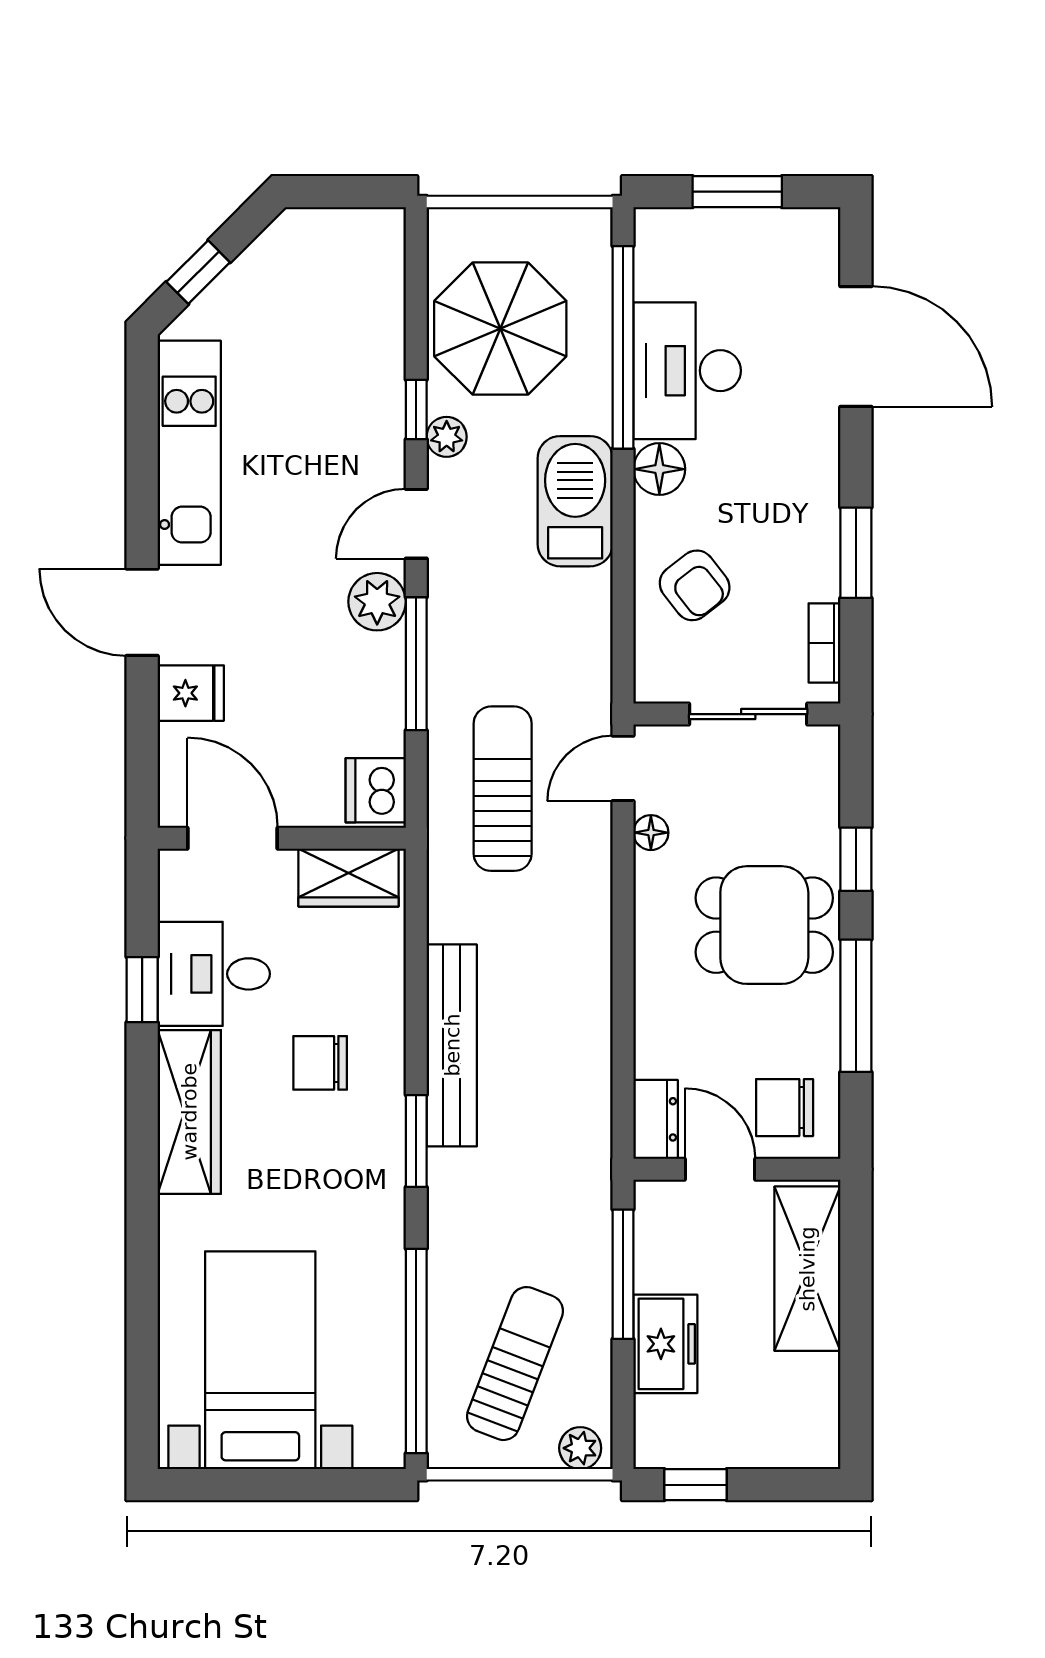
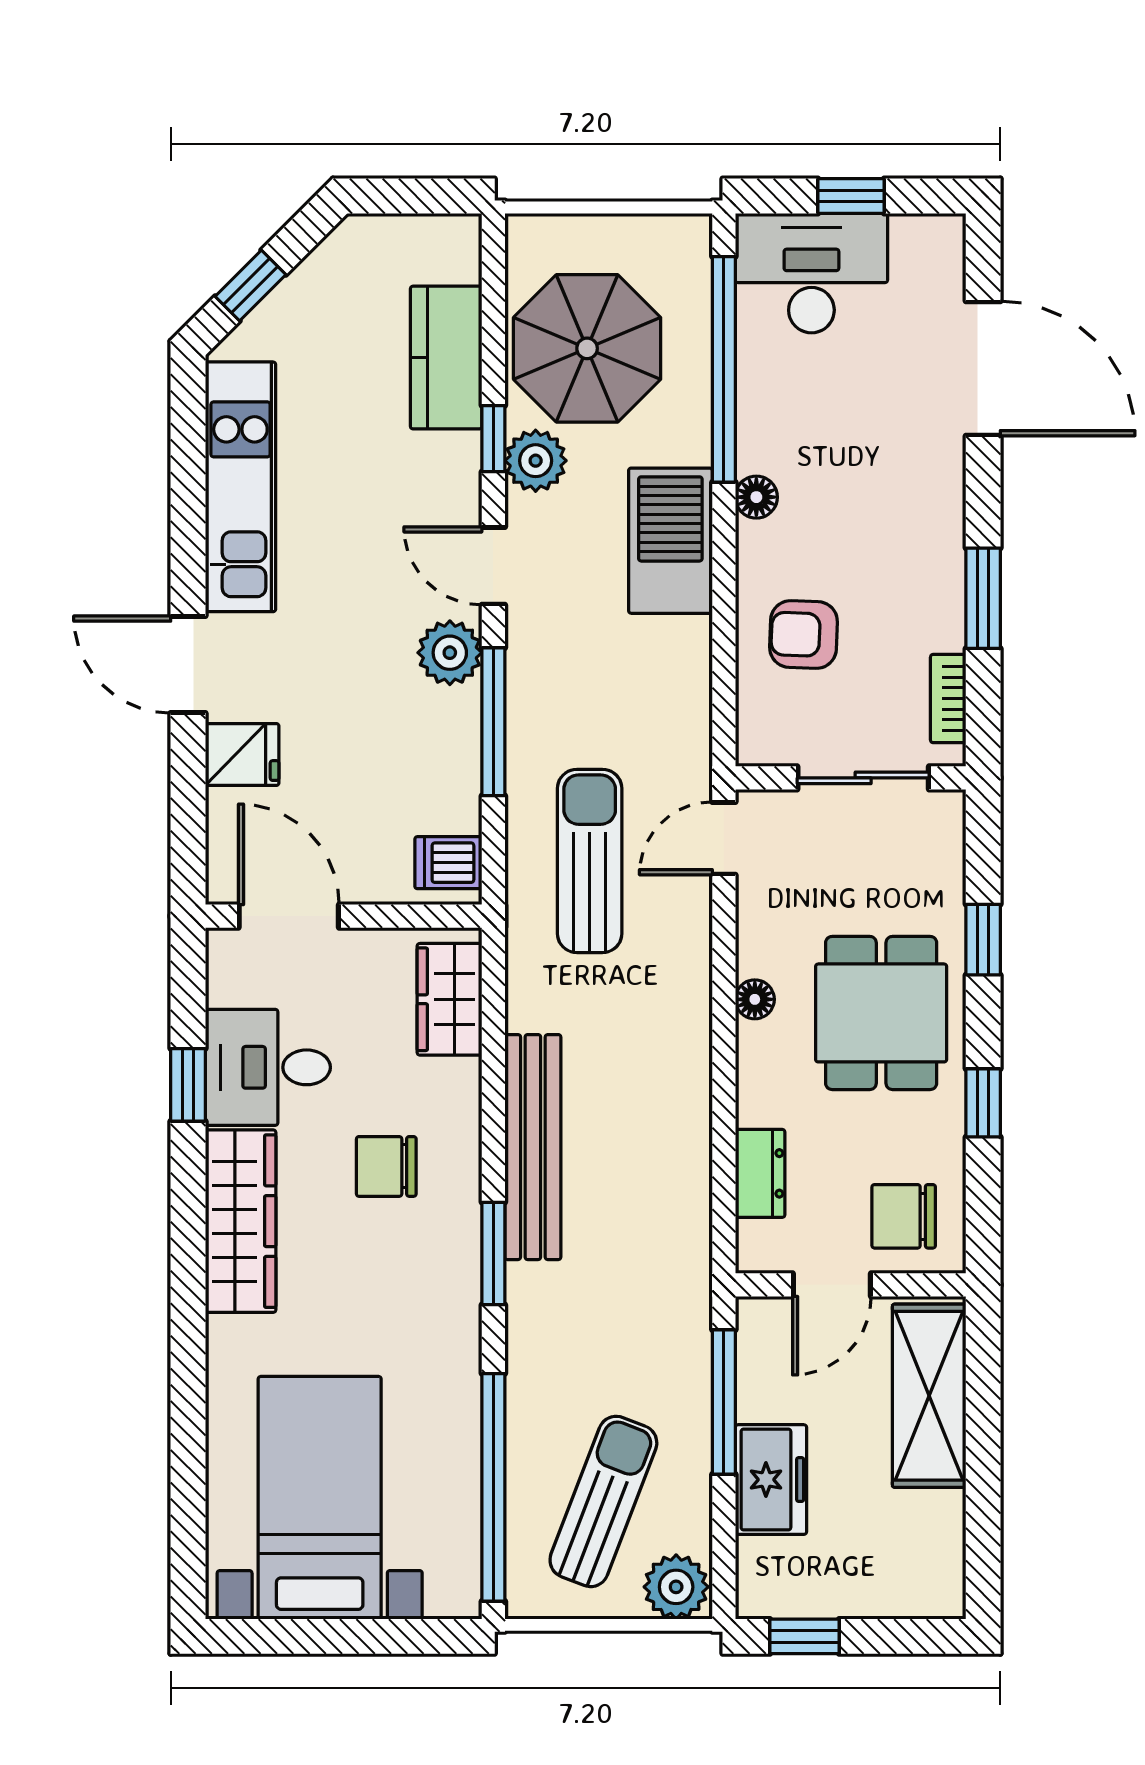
window: (737, 192) -> (851, 196), width x0.67
kitchen counter: (374, 337) -> (446, 358), added
desk: (687, 371) -> (811, 273), moved, turned 90
plant: (447, 437) -> (536, 461), width x1.38, depth x1.38
floor lamp: (659, 469) -> (756, 497), width x0.73, depth x0.73
door: (416, 524) -> (493, 566), hinge flipped
armchair: (695, 585) -> (804, 635), turned 130
dishwasher: (376, 790) -> (448, 863), width x0.73
floor lamp: (651, 833) -> (755, 999), moved
wardrobe: (349, 878) -> (449, 999), moved, turned 90
dining table: (764, 925) -> (881, 1013), turned 90
window: (856, 1006) -> (983, 1103), width x0.46
dresser: (656, 1119) -> (760, 1173), moved
door: (720, 1169) -> (832, 1285), swing flipped
plant: (580, 1448) -> (676, 1587), width x1.38, depth x1.38

